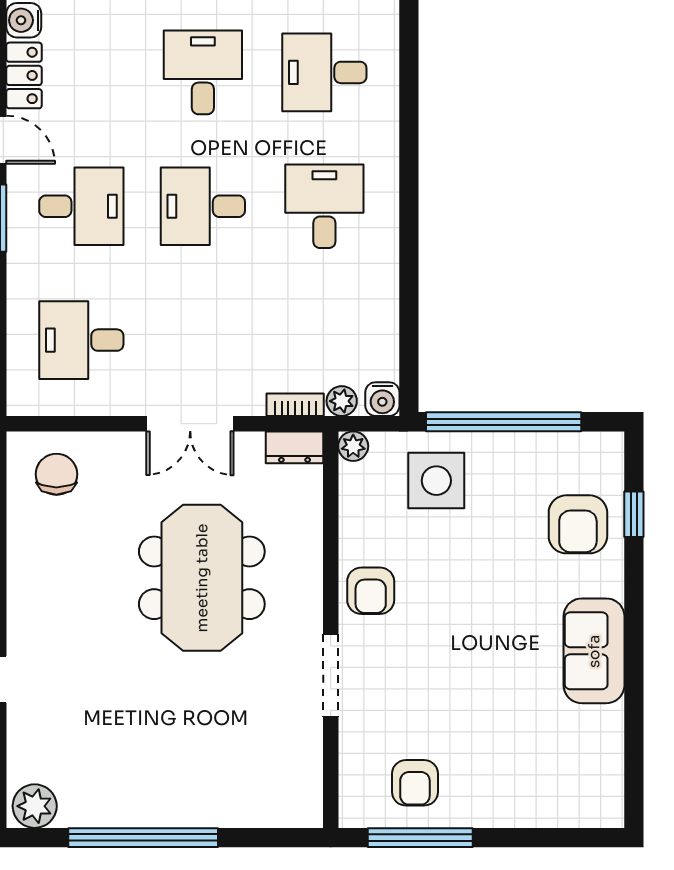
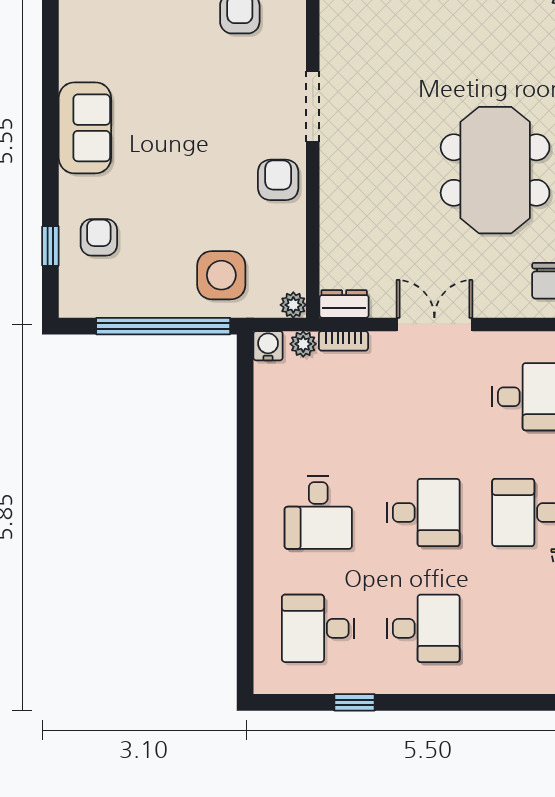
desk: (203, 72) -> (423, 628), turned -90
desk: (324, 72) -> (318, 628), turned 180
armchair: (578, 524) -> (99, 237), width x0.72, depth x0.72
meeting table: (202, 578) -> (495, 170), moved

